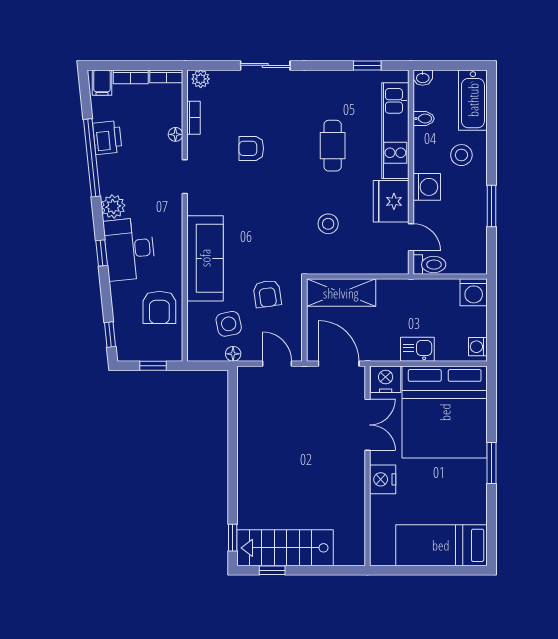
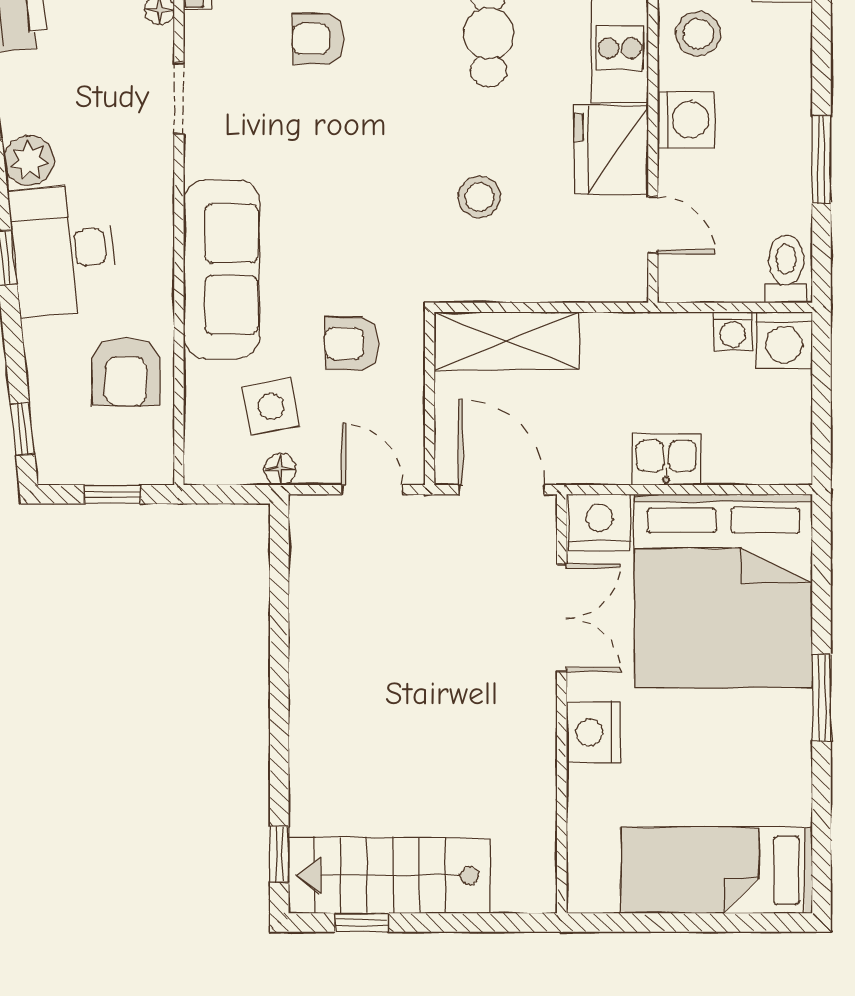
stool: (461, 155) -> (698, 34), moved
toilet: (429, 265) -> (786, 269), moved, turned -90
armchair: (267, 294) -> (352, 343), turned 98
washing machine: (478, 347) -> (733, 331), moved, turned -90

